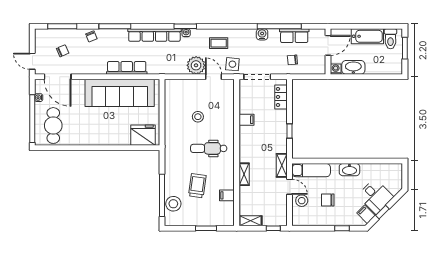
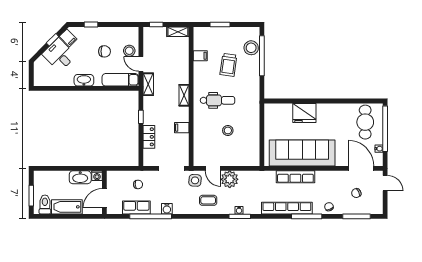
row of seats: (154, 35) -> (287, 208), moved
locker: (281, 97) -> (149, 137), moved
fridge: (143, 135) -> (304, 113), moved
shelving: (244, 174) -> (184, 95), moved

